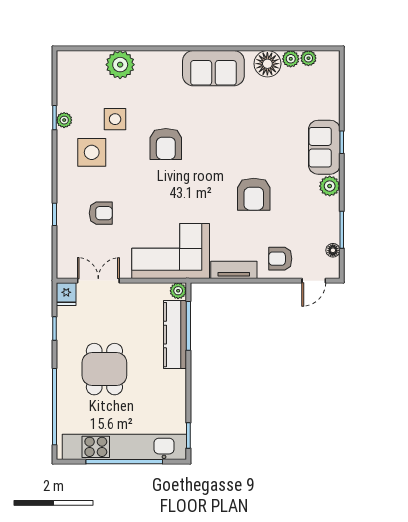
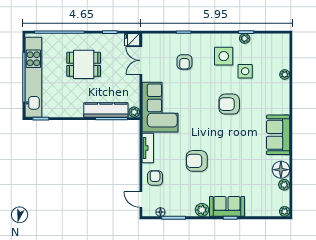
plant: (308, 58) -> (285, 211), moved
plant: (120, 65) -> (285, 75), width x0.53, depth x0.53
double door: (98, 281) -> (141, 60), swing flipped

